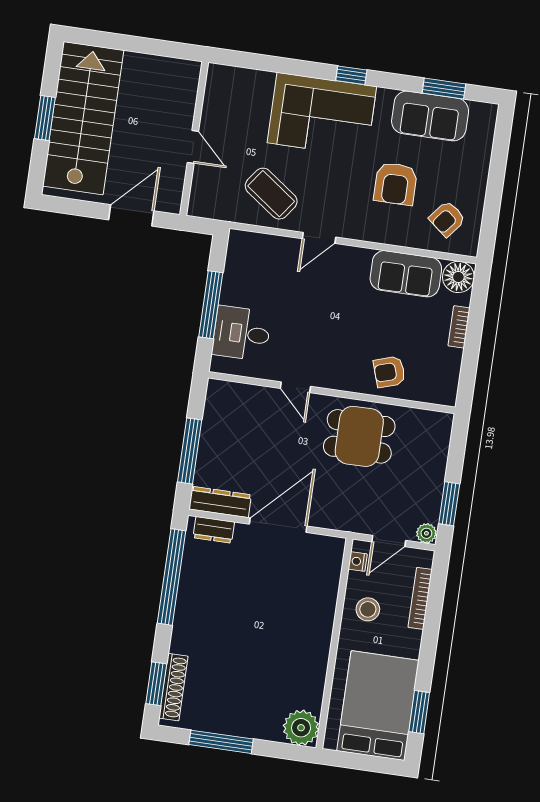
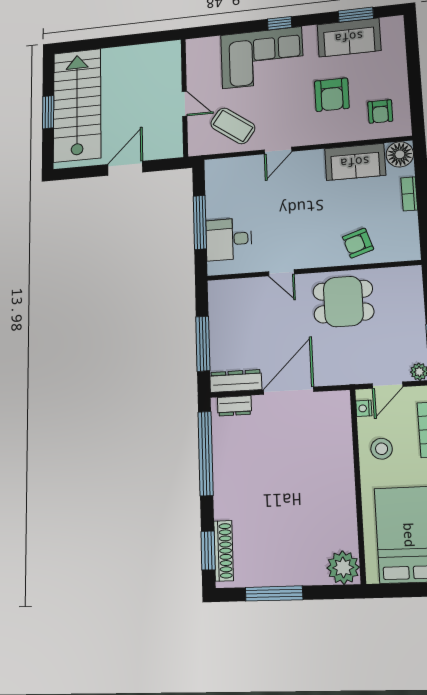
wall: (194, 139) -> (184, 97), moved
door: (193, 147) -> (185, 104), moved
armchair: (447, 219) -> (380, 111), turned -39

